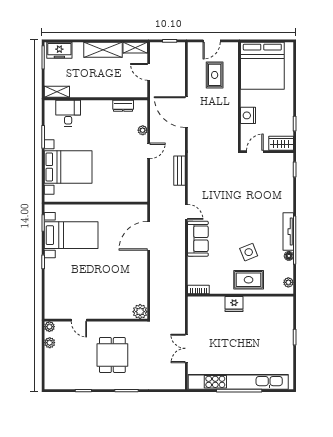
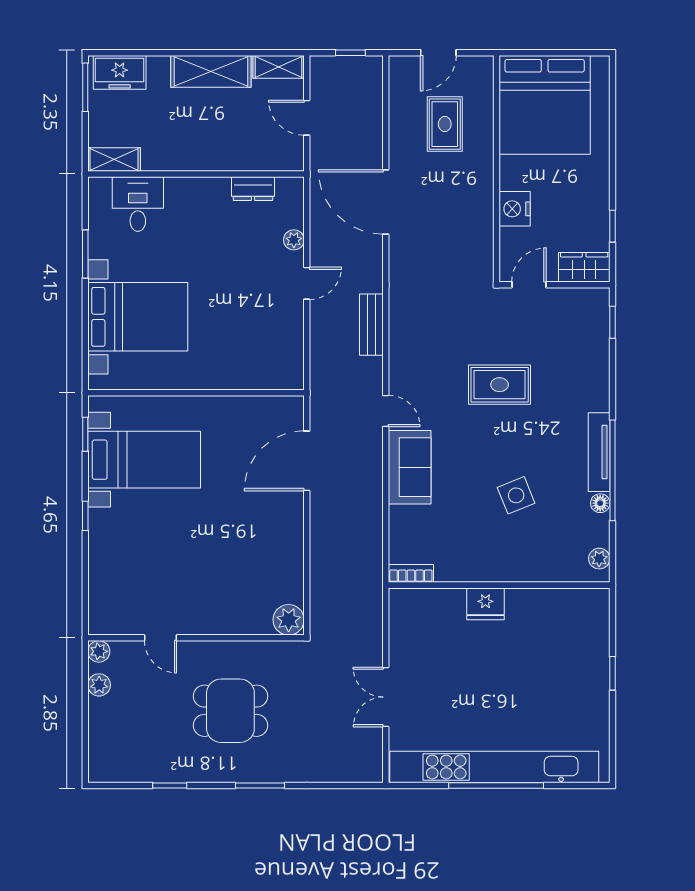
rug: (249, 280) -> (500, 385), moved
dining table: (112, 355) -> (230, 711), turned 90

